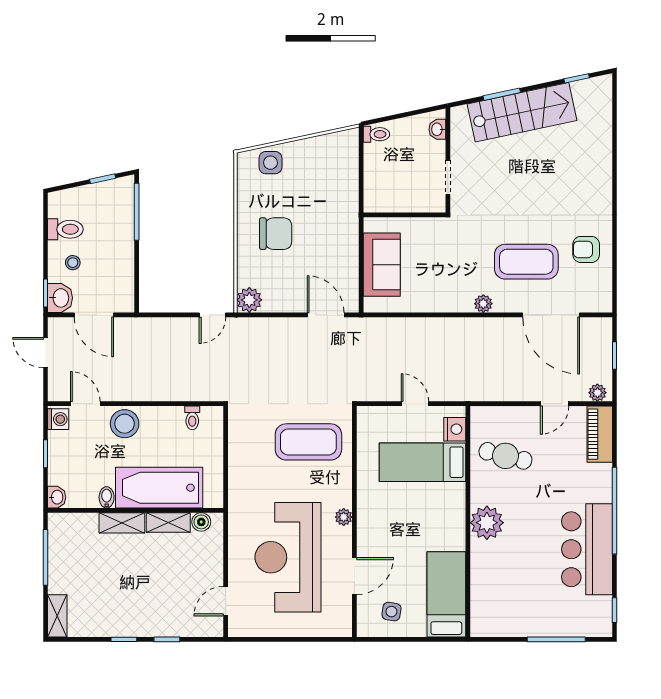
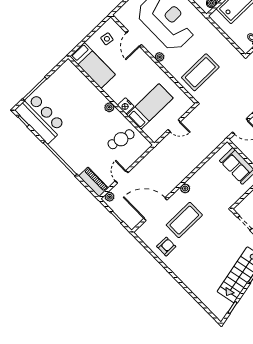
nightstand: (455, 429) -> (126, 106), moved
plant: (487, 523) -> (109, 107), width x0.53, depth x0.53
bar counter: (587, 549) -> (41, 118), moved

